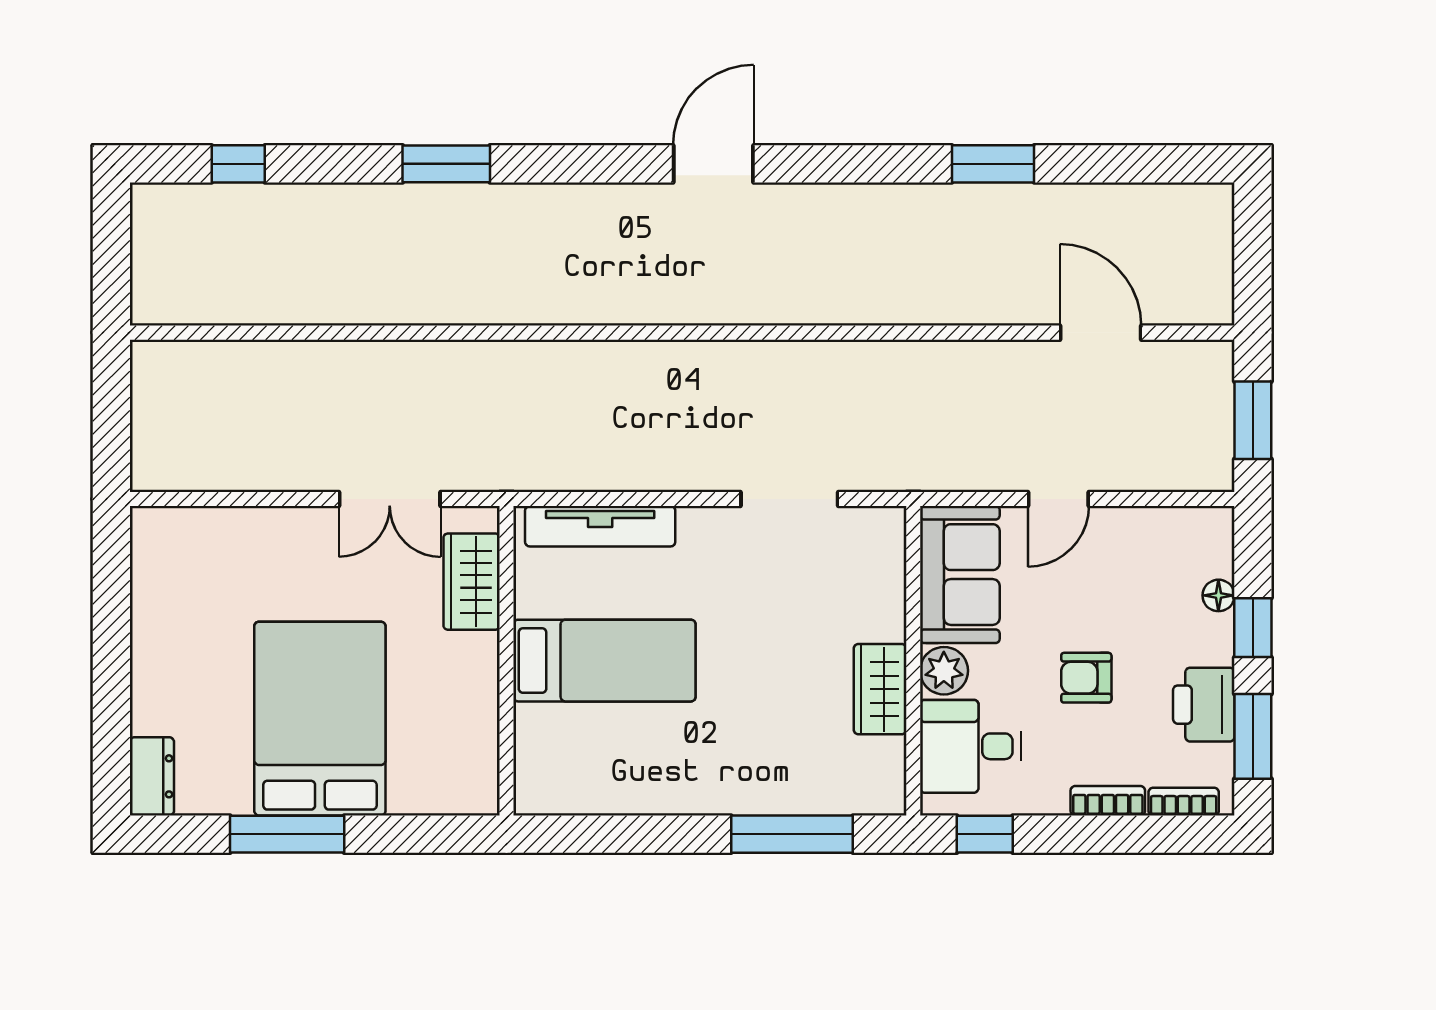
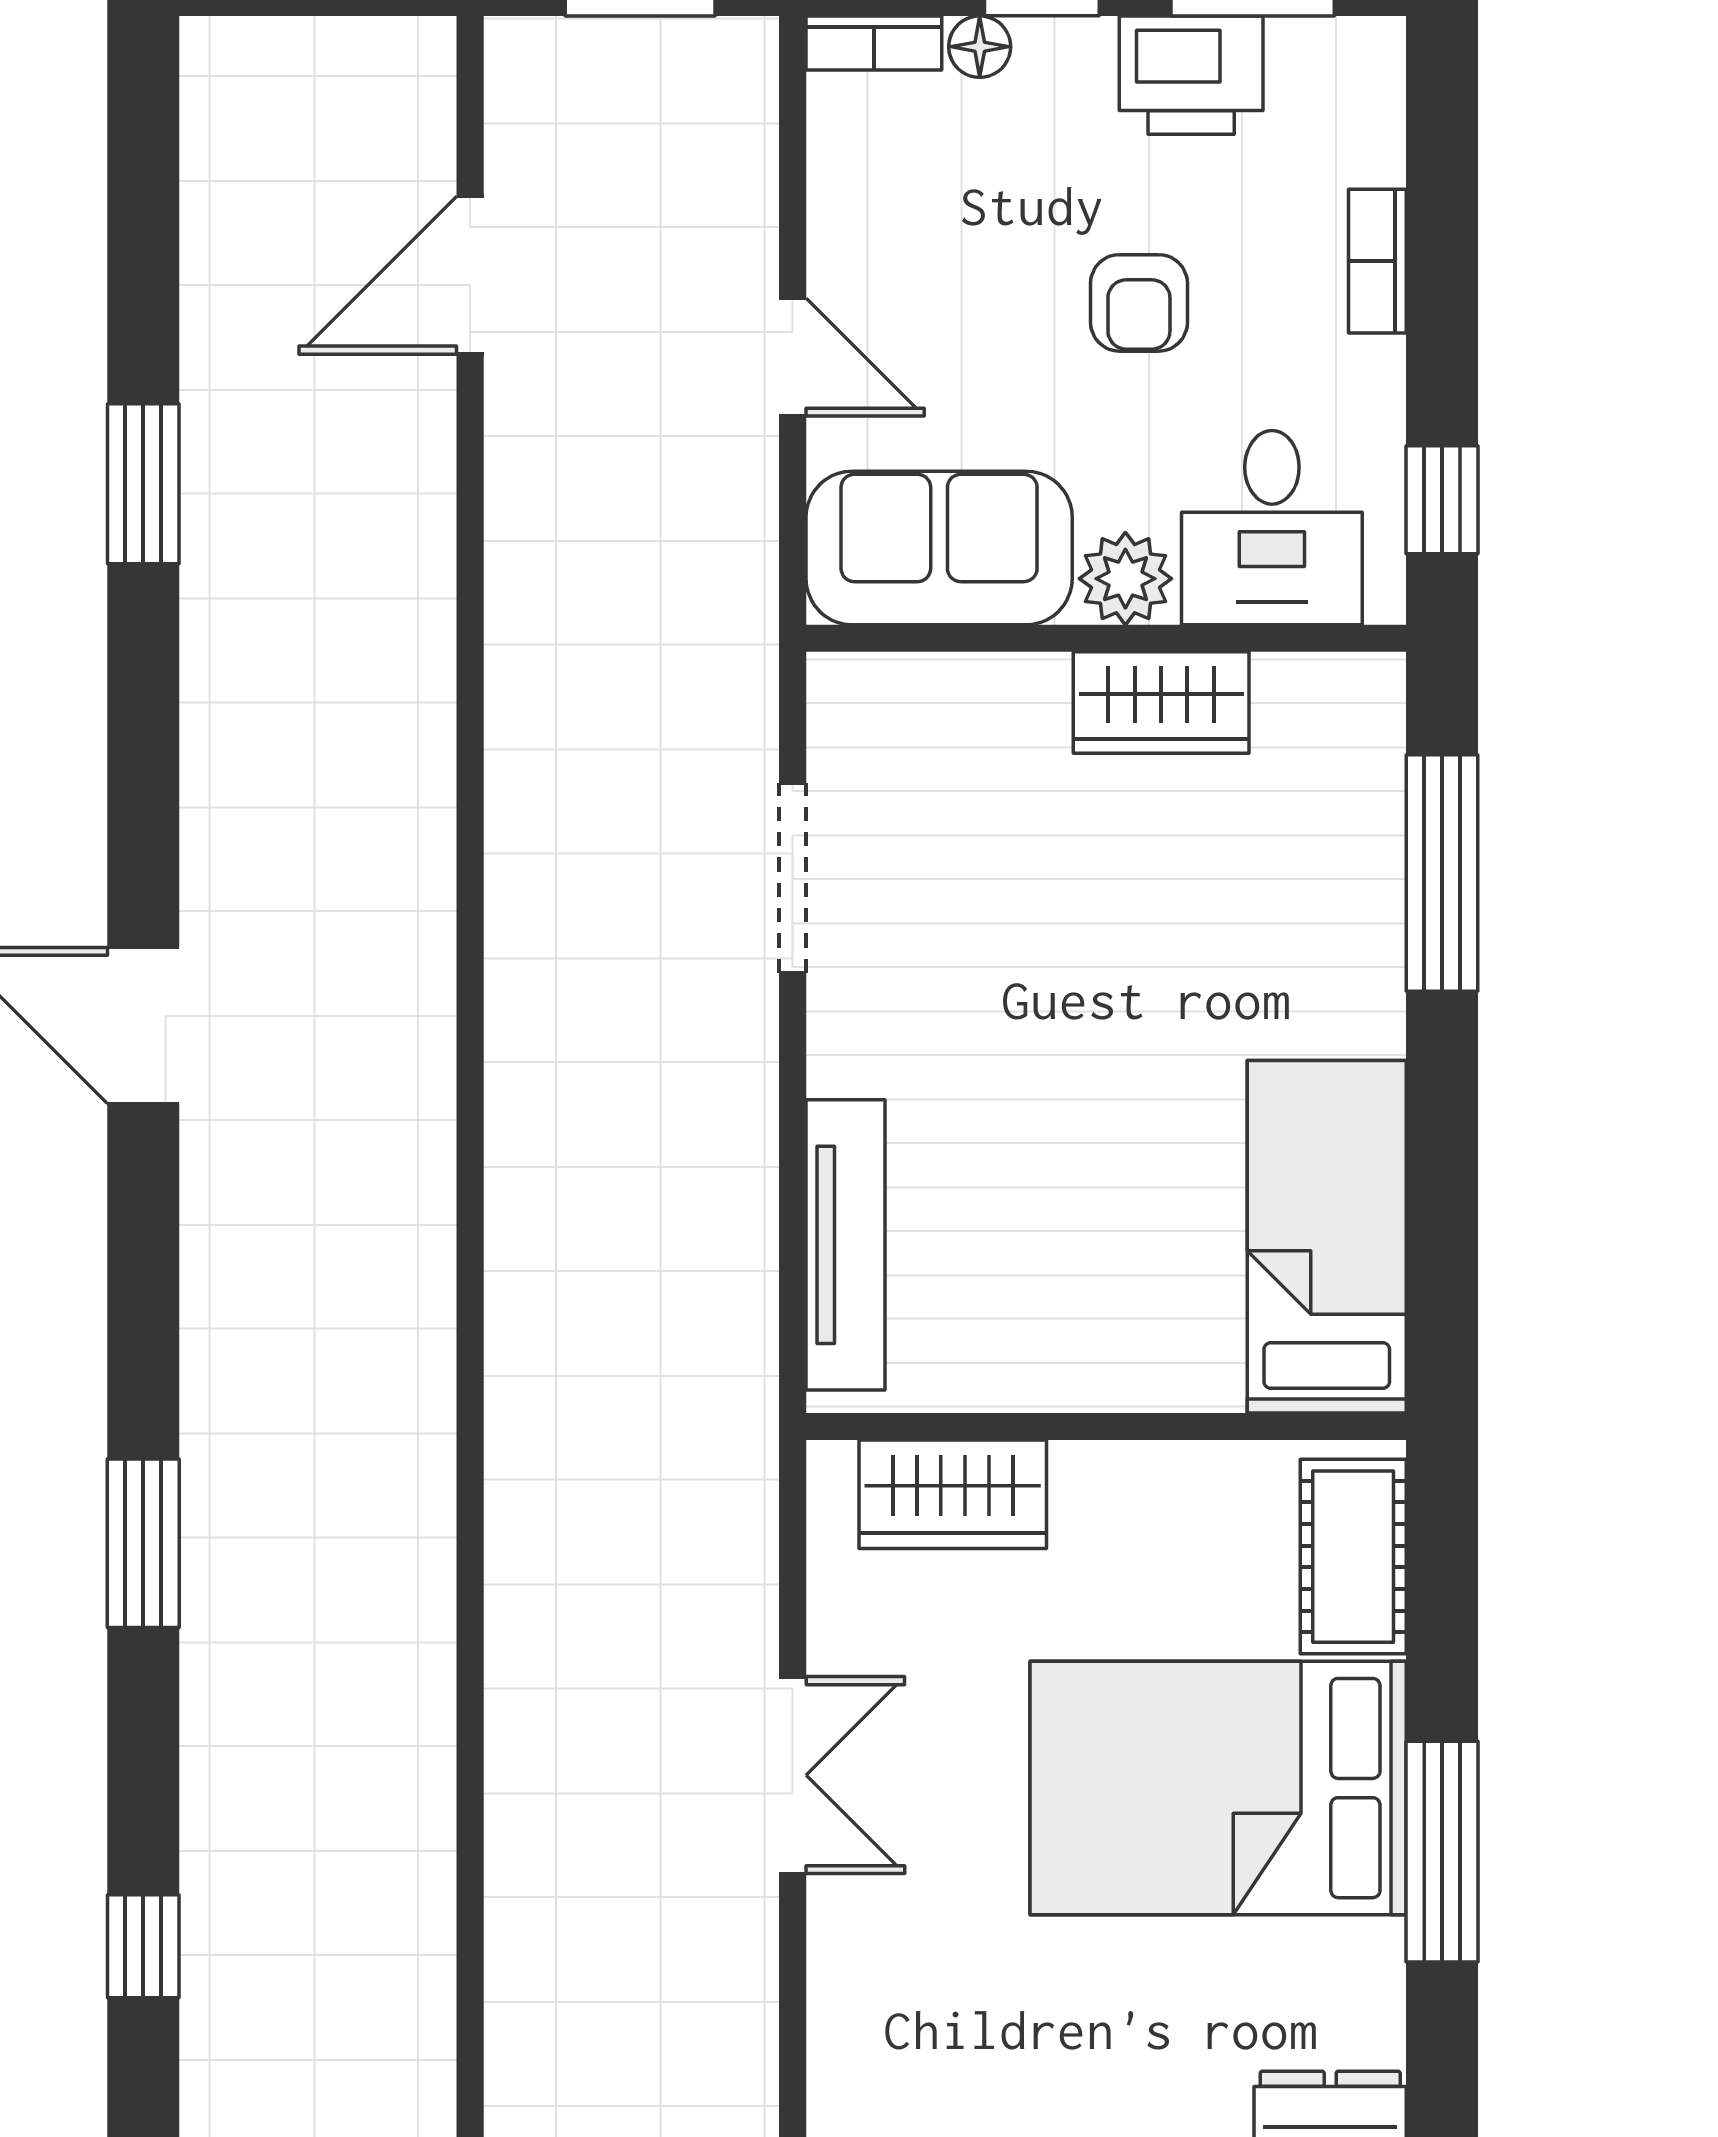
double door: (390, 499) -> (793, 1775), moved
bed: (604, 661) -> (1327, 1237), moved
cot: (439, 788) -> (1353, 1557), added
bookcase: (1184, 802) -> (874, 43), moved, turned -90

